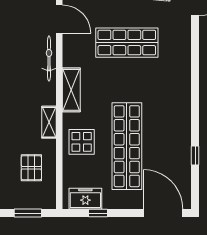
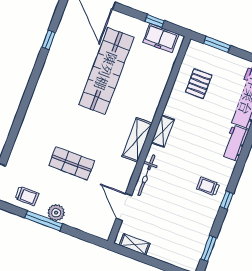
shop shelf: (127, 43) -> (72, 163), width x0.70, depth x0.74
shelving: (49, 122) -> (163, 131), moved
display table: (82, 142) -> (145, 90), removed

